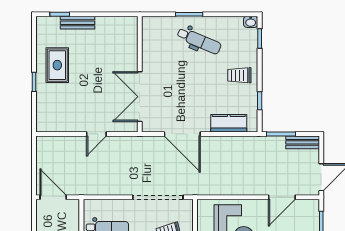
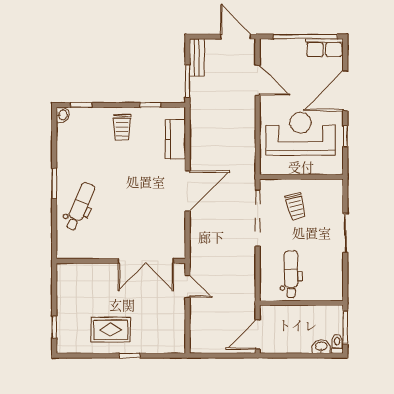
bench: (78, 23) -> (64, 307), removed
dental chair: (199, 41) -> (80, 206), moved
wall: (140, 74) -> (121, 261), moved
double door: (140, 97) -> (146, 261), moved

